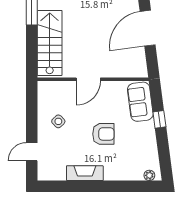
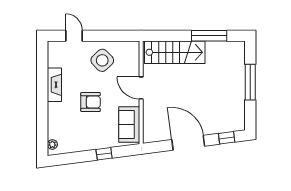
sofa: (140, 102) -> (129, 124), moved, turned -83
side table: (58, 121) -> (102, 60), width x1.87, depth x1.87
armchair: (103, 134) -> (91, 102), turned -90

